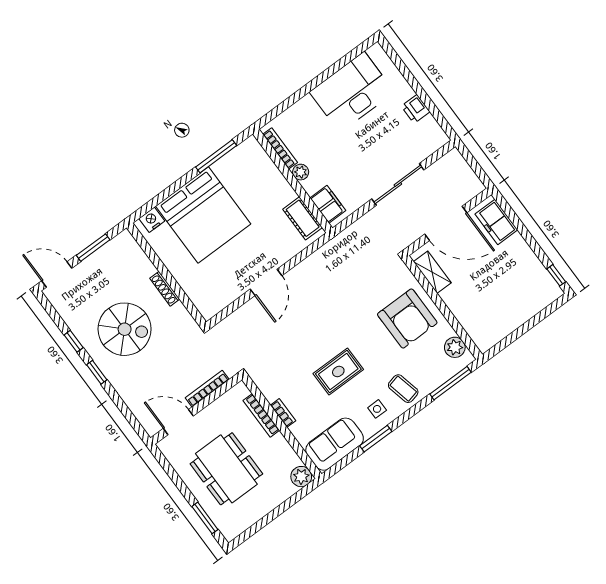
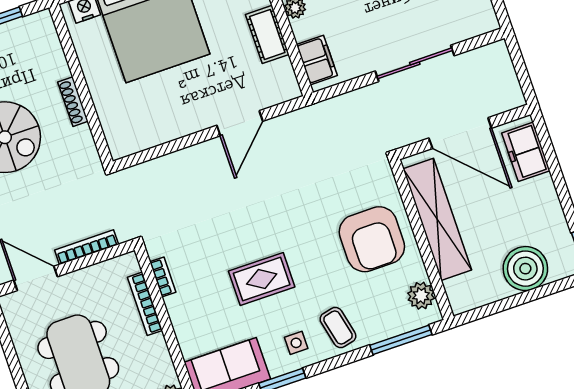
cot: (303, 218) -> (267, 34), moved
shelving: (432, 272) -> (437, 219), width x2.20, depth x1.33
door: (266, 282) -> (240, 123), moved
boiler: (522, 305) -> (525, 269), added
bookcase: (283, 413) -> (163, 277), moved

